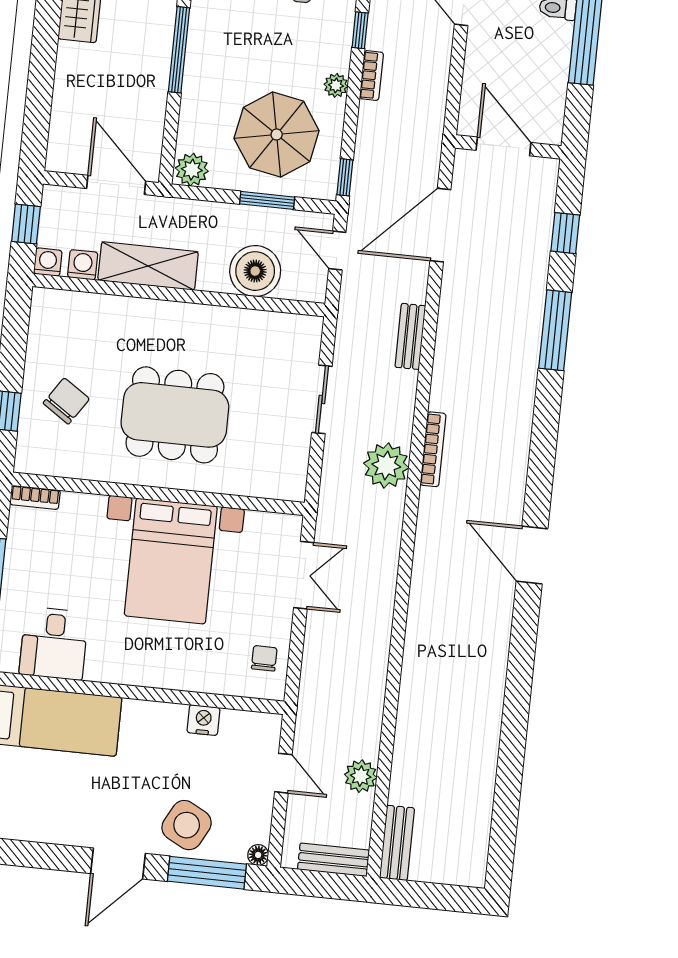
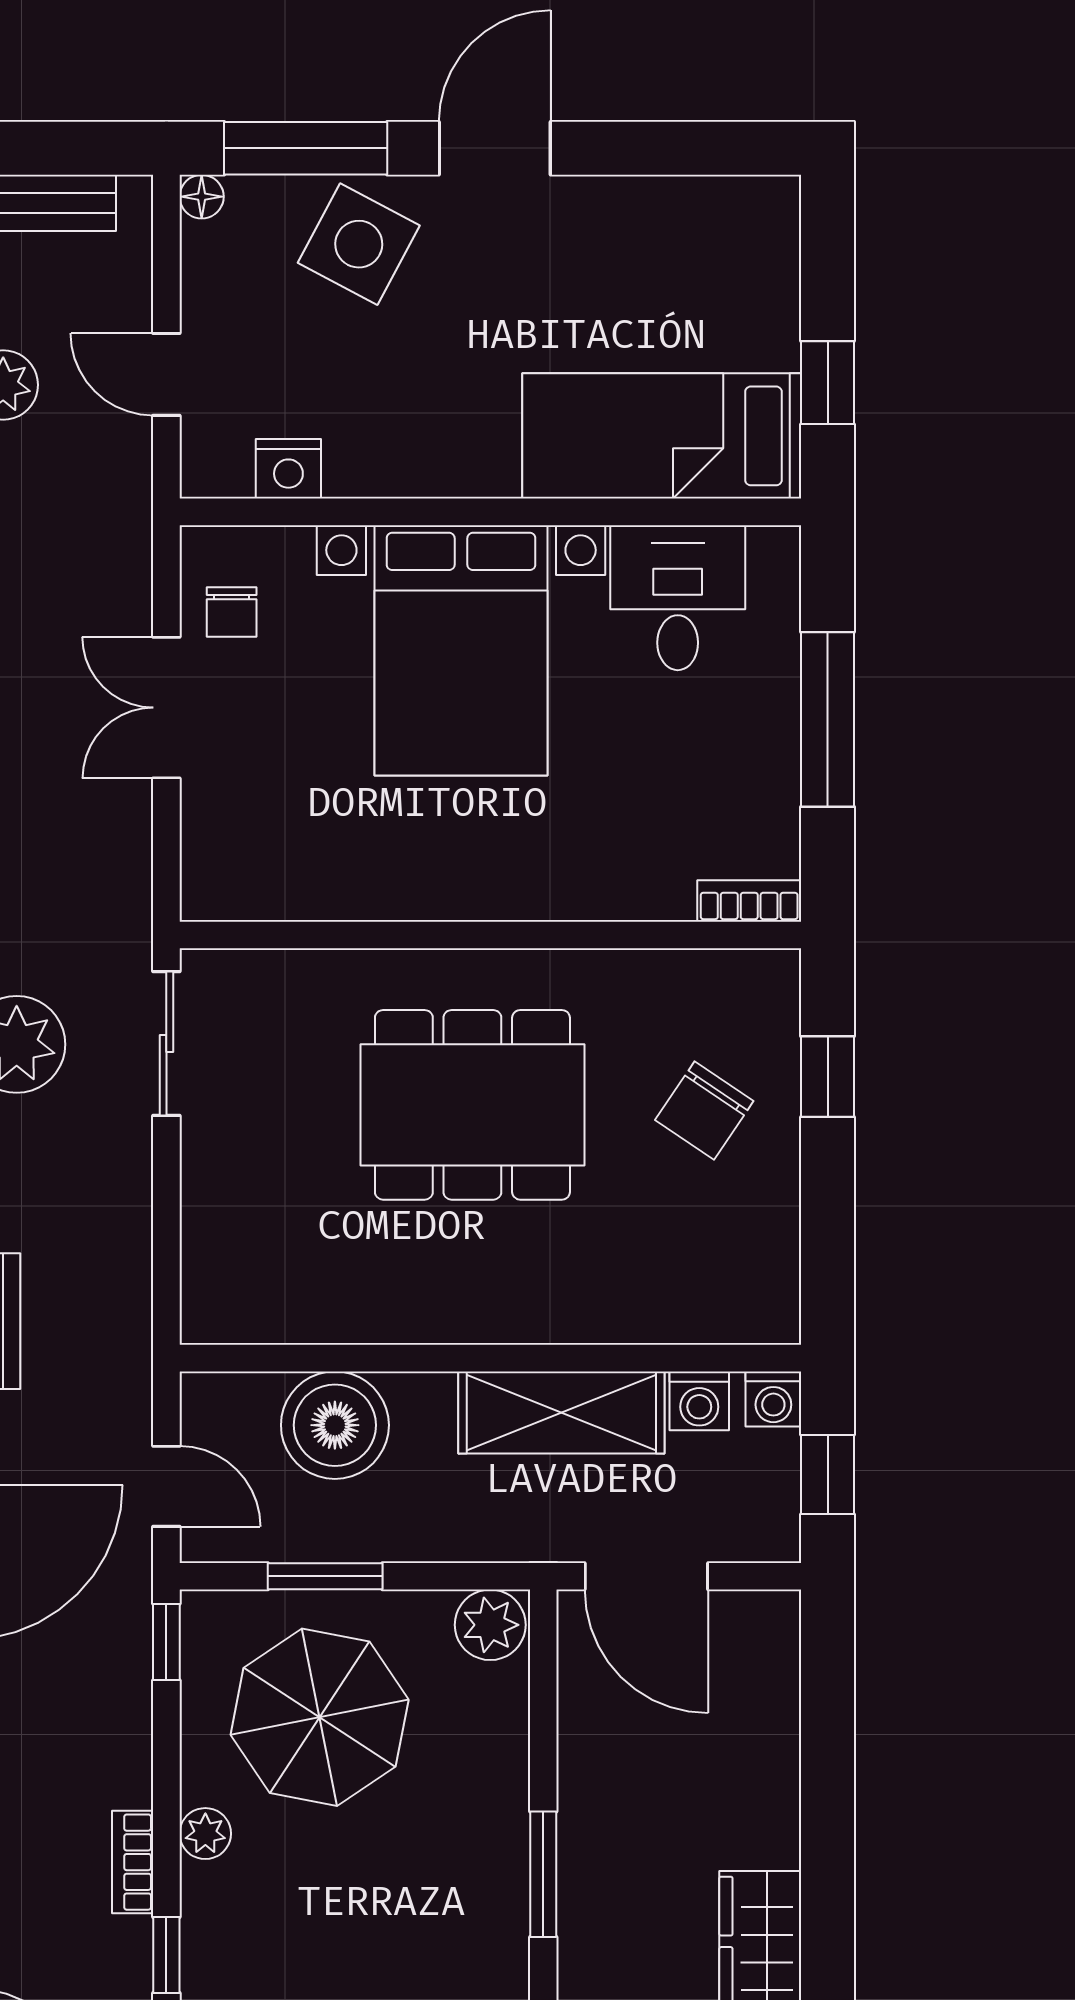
window: (179, 50) -> (543, 1874), width x0.69
sliding door: (322, 399) -> (166, 1043), moved
bed with nightstands: (171, 561) -> (461, 650), moved, turned 180
double door: (304, 575) -> (166, 708), moved
nightstand: (203, 720) -> (288, 469), moved

